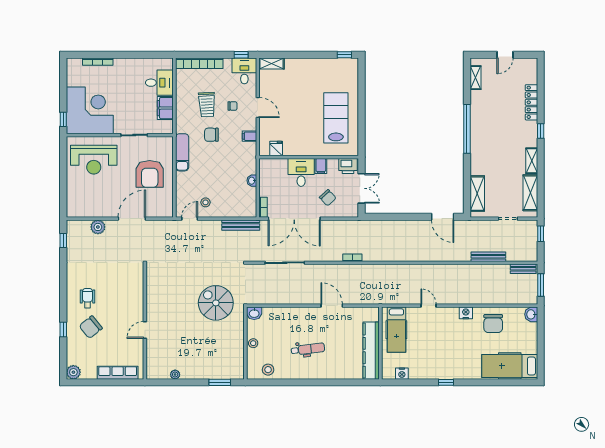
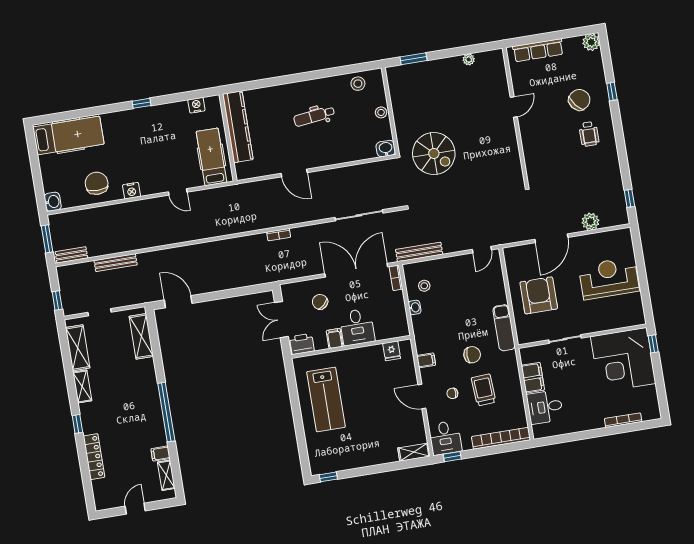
filing cabinet: (477, 96) -> (161, 454), added
reception desk: (94, 160) -> (609, 278), moved
stool: (206, 202) -> (424, 286), moved

